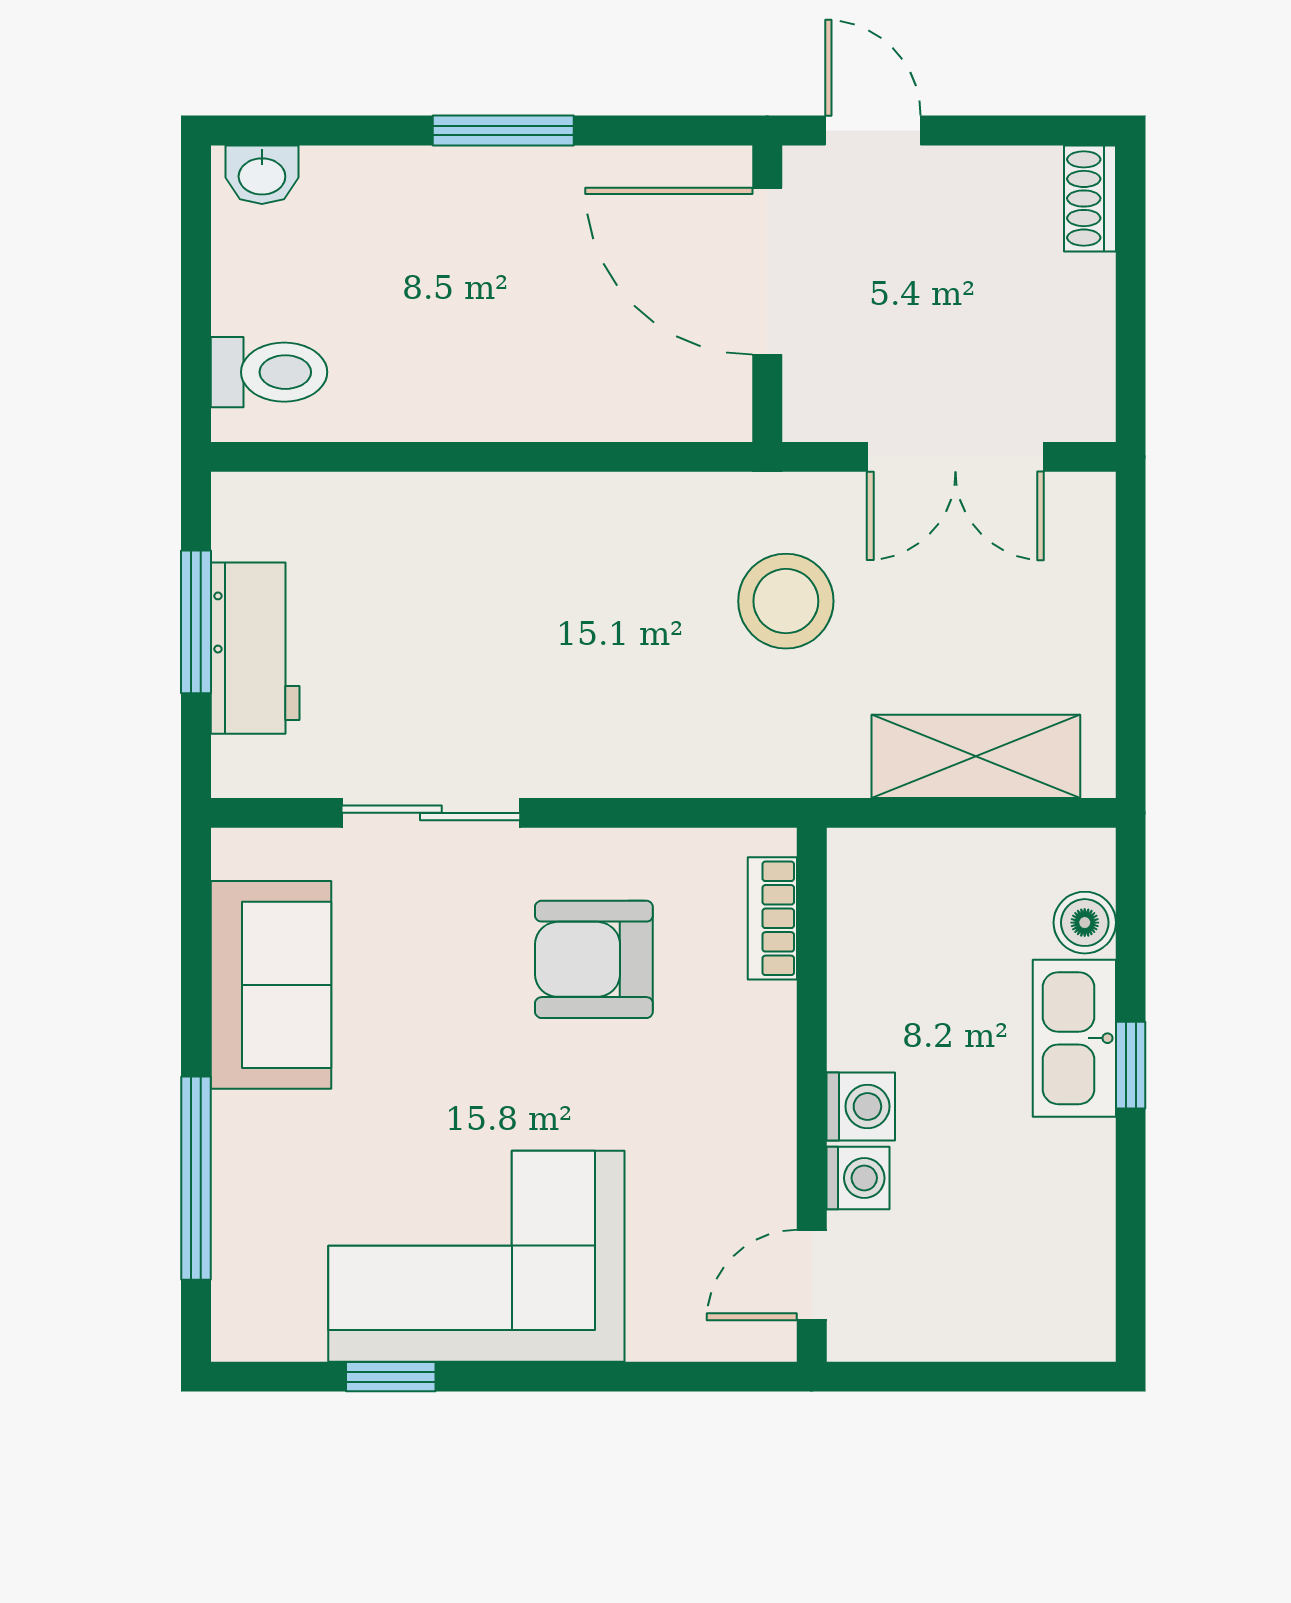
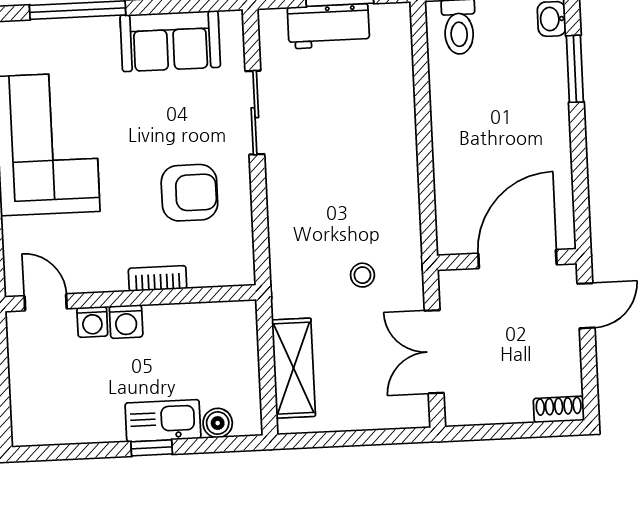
window: (503, 131) -> (575, 69), moved
stool: (786, 601) -> (362, 275), width x0.53, depth x0.53
bookcase: (772, 918) -> (158, 278), moved
armchair: (594, 959) -> (189, 193), turned 90

